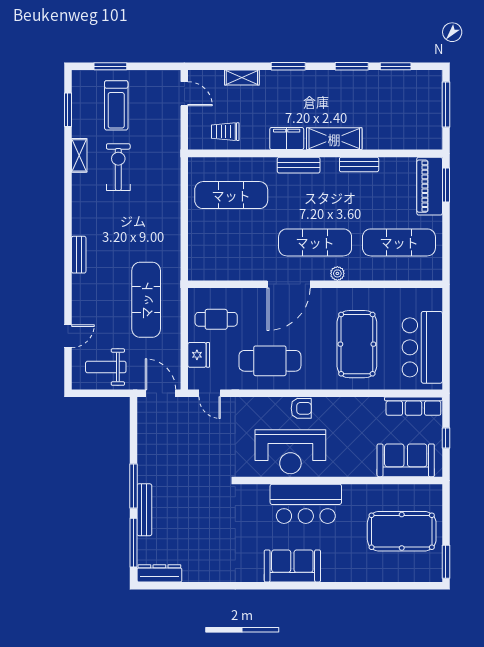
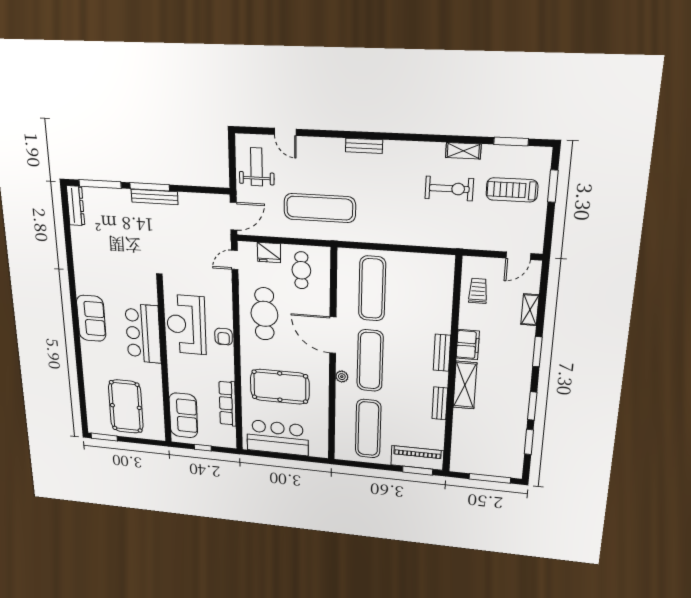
exercise mat: (231, 195) -> (372, 289), moved
row of seats: (413, 406) -> (228, 403), moved
bench: (144, 510) -> (155, 197), moved

